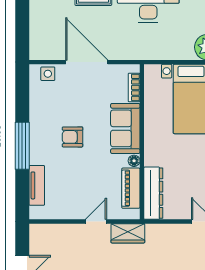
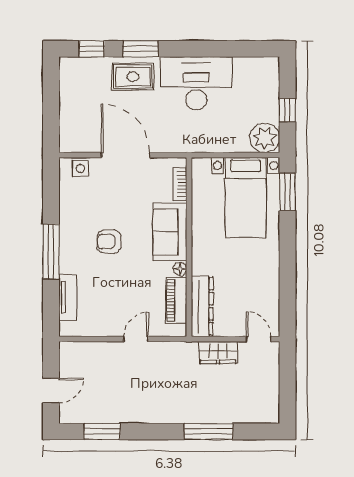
wardrobe: (128, 233) -> (218, 353), moved

